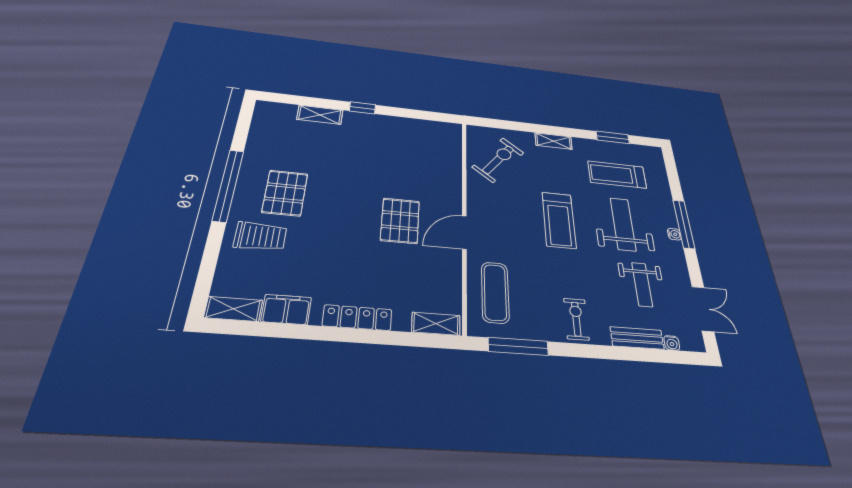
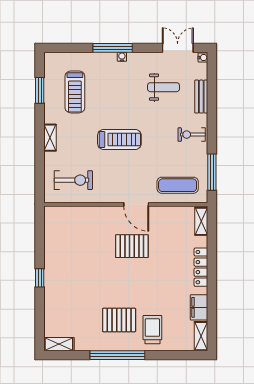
shelving: (320, 115) -> (59, 344), moved, turned 90
exercise bike: (498, 160) -> (73, 180), turned 142
weight bench: (623, 224) -> (118, 94), removed
water cooler: (672, 343) -> (203, 58), moved

